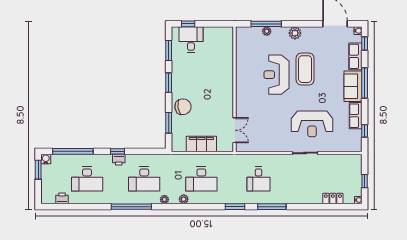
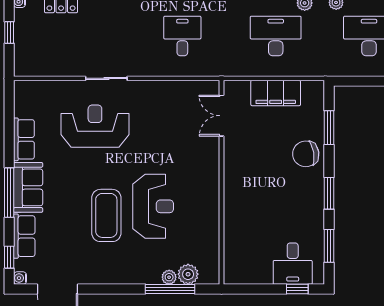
plant: (295, 33) -> (188, 274), moved
window: (365, 131) -> (9, 114), removed

